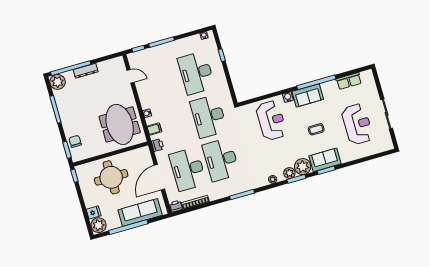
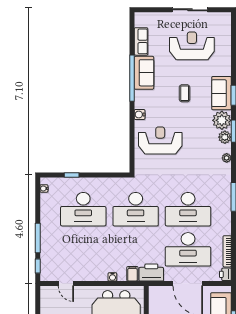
door: (130, 76) -> (66, 284), swing flipped
sofa: (308, 95) -> (144, 73), moved
printer: (158, 145) -> (151, 272), width x1.87, depth x1.48

